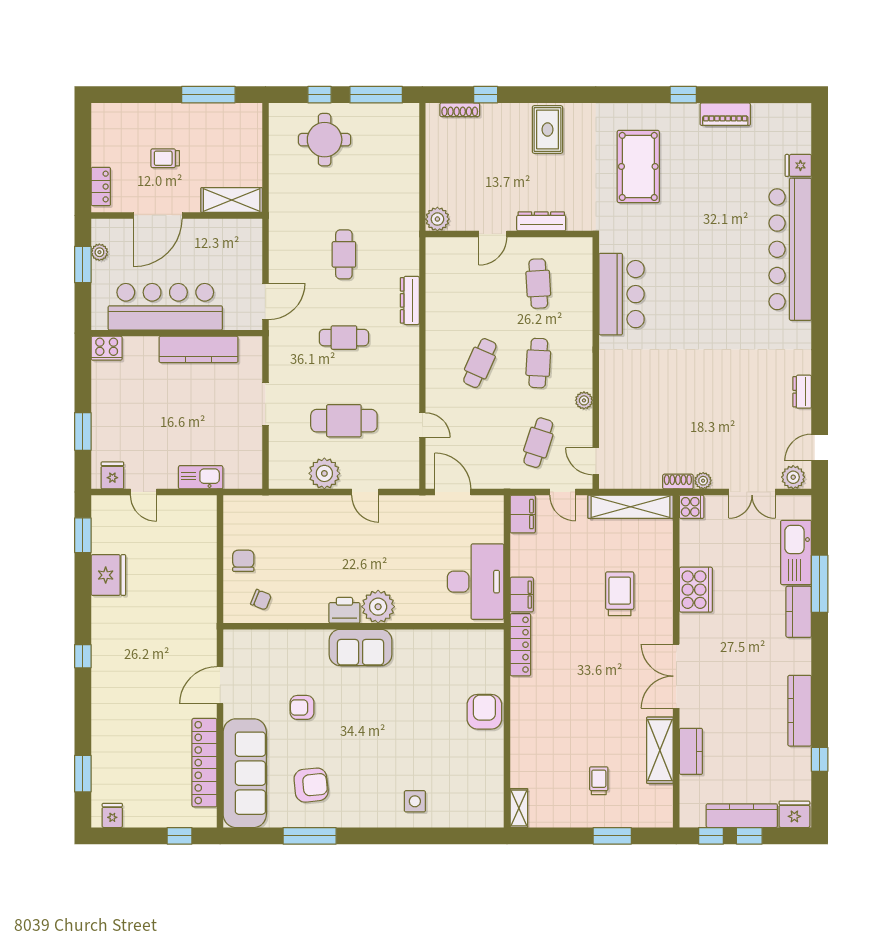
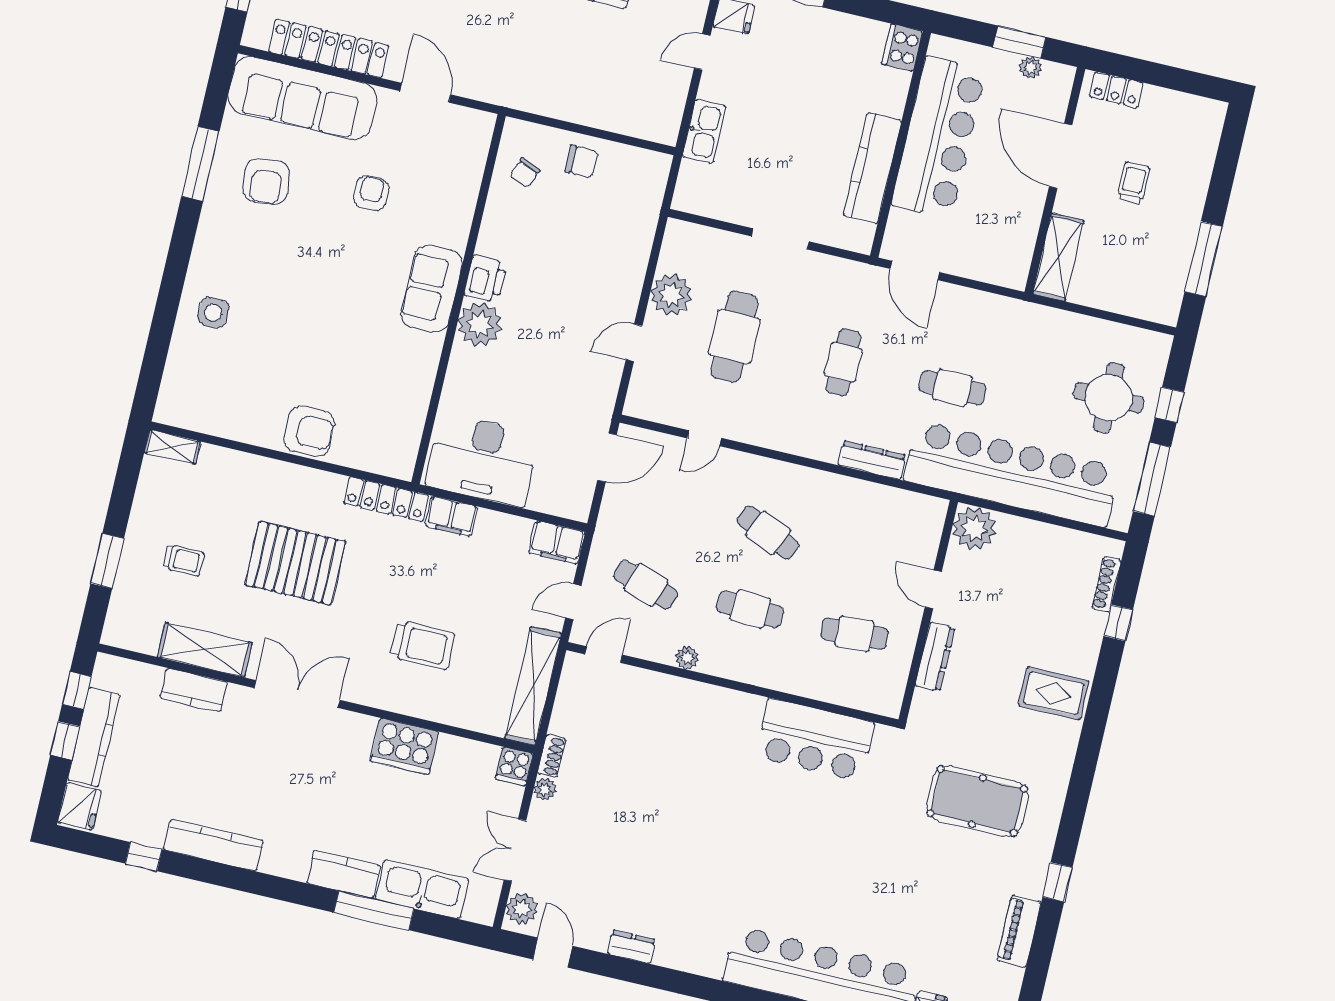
bar counter: (396, 197) -> (1011, 474), added
plant: (437, 219) -> (974, 528), width x1.36, depth x1.36
pallet: (582, 700) -> (295, 563), added

